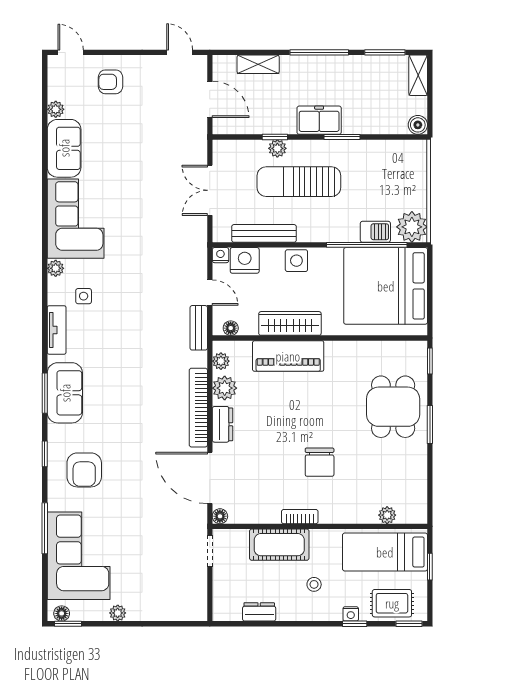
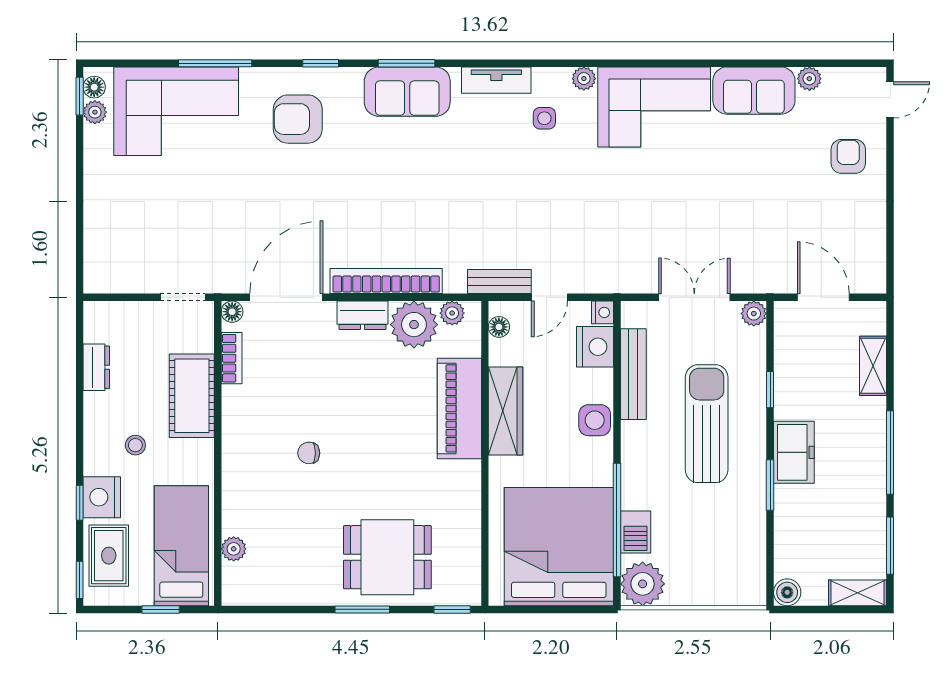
door: (180, 52) -> (890, 255), removed
door: (210, 99) -> (823, 297), swing flipped
plant: (277, 148) -> (754, 314), moved
plant: (225, 388) -> (414, 325), width x1.36, depth x1.36
chair: (320, 462) -> (309, 453), width x0.54, depth x0.54
bookcase: (300, 517) -> (232, 358), moved
plant: (118, 613) -> (95, 112), moved
nightstand: (351, 614) -> (102, 497), width x1.89, depth x1.79

